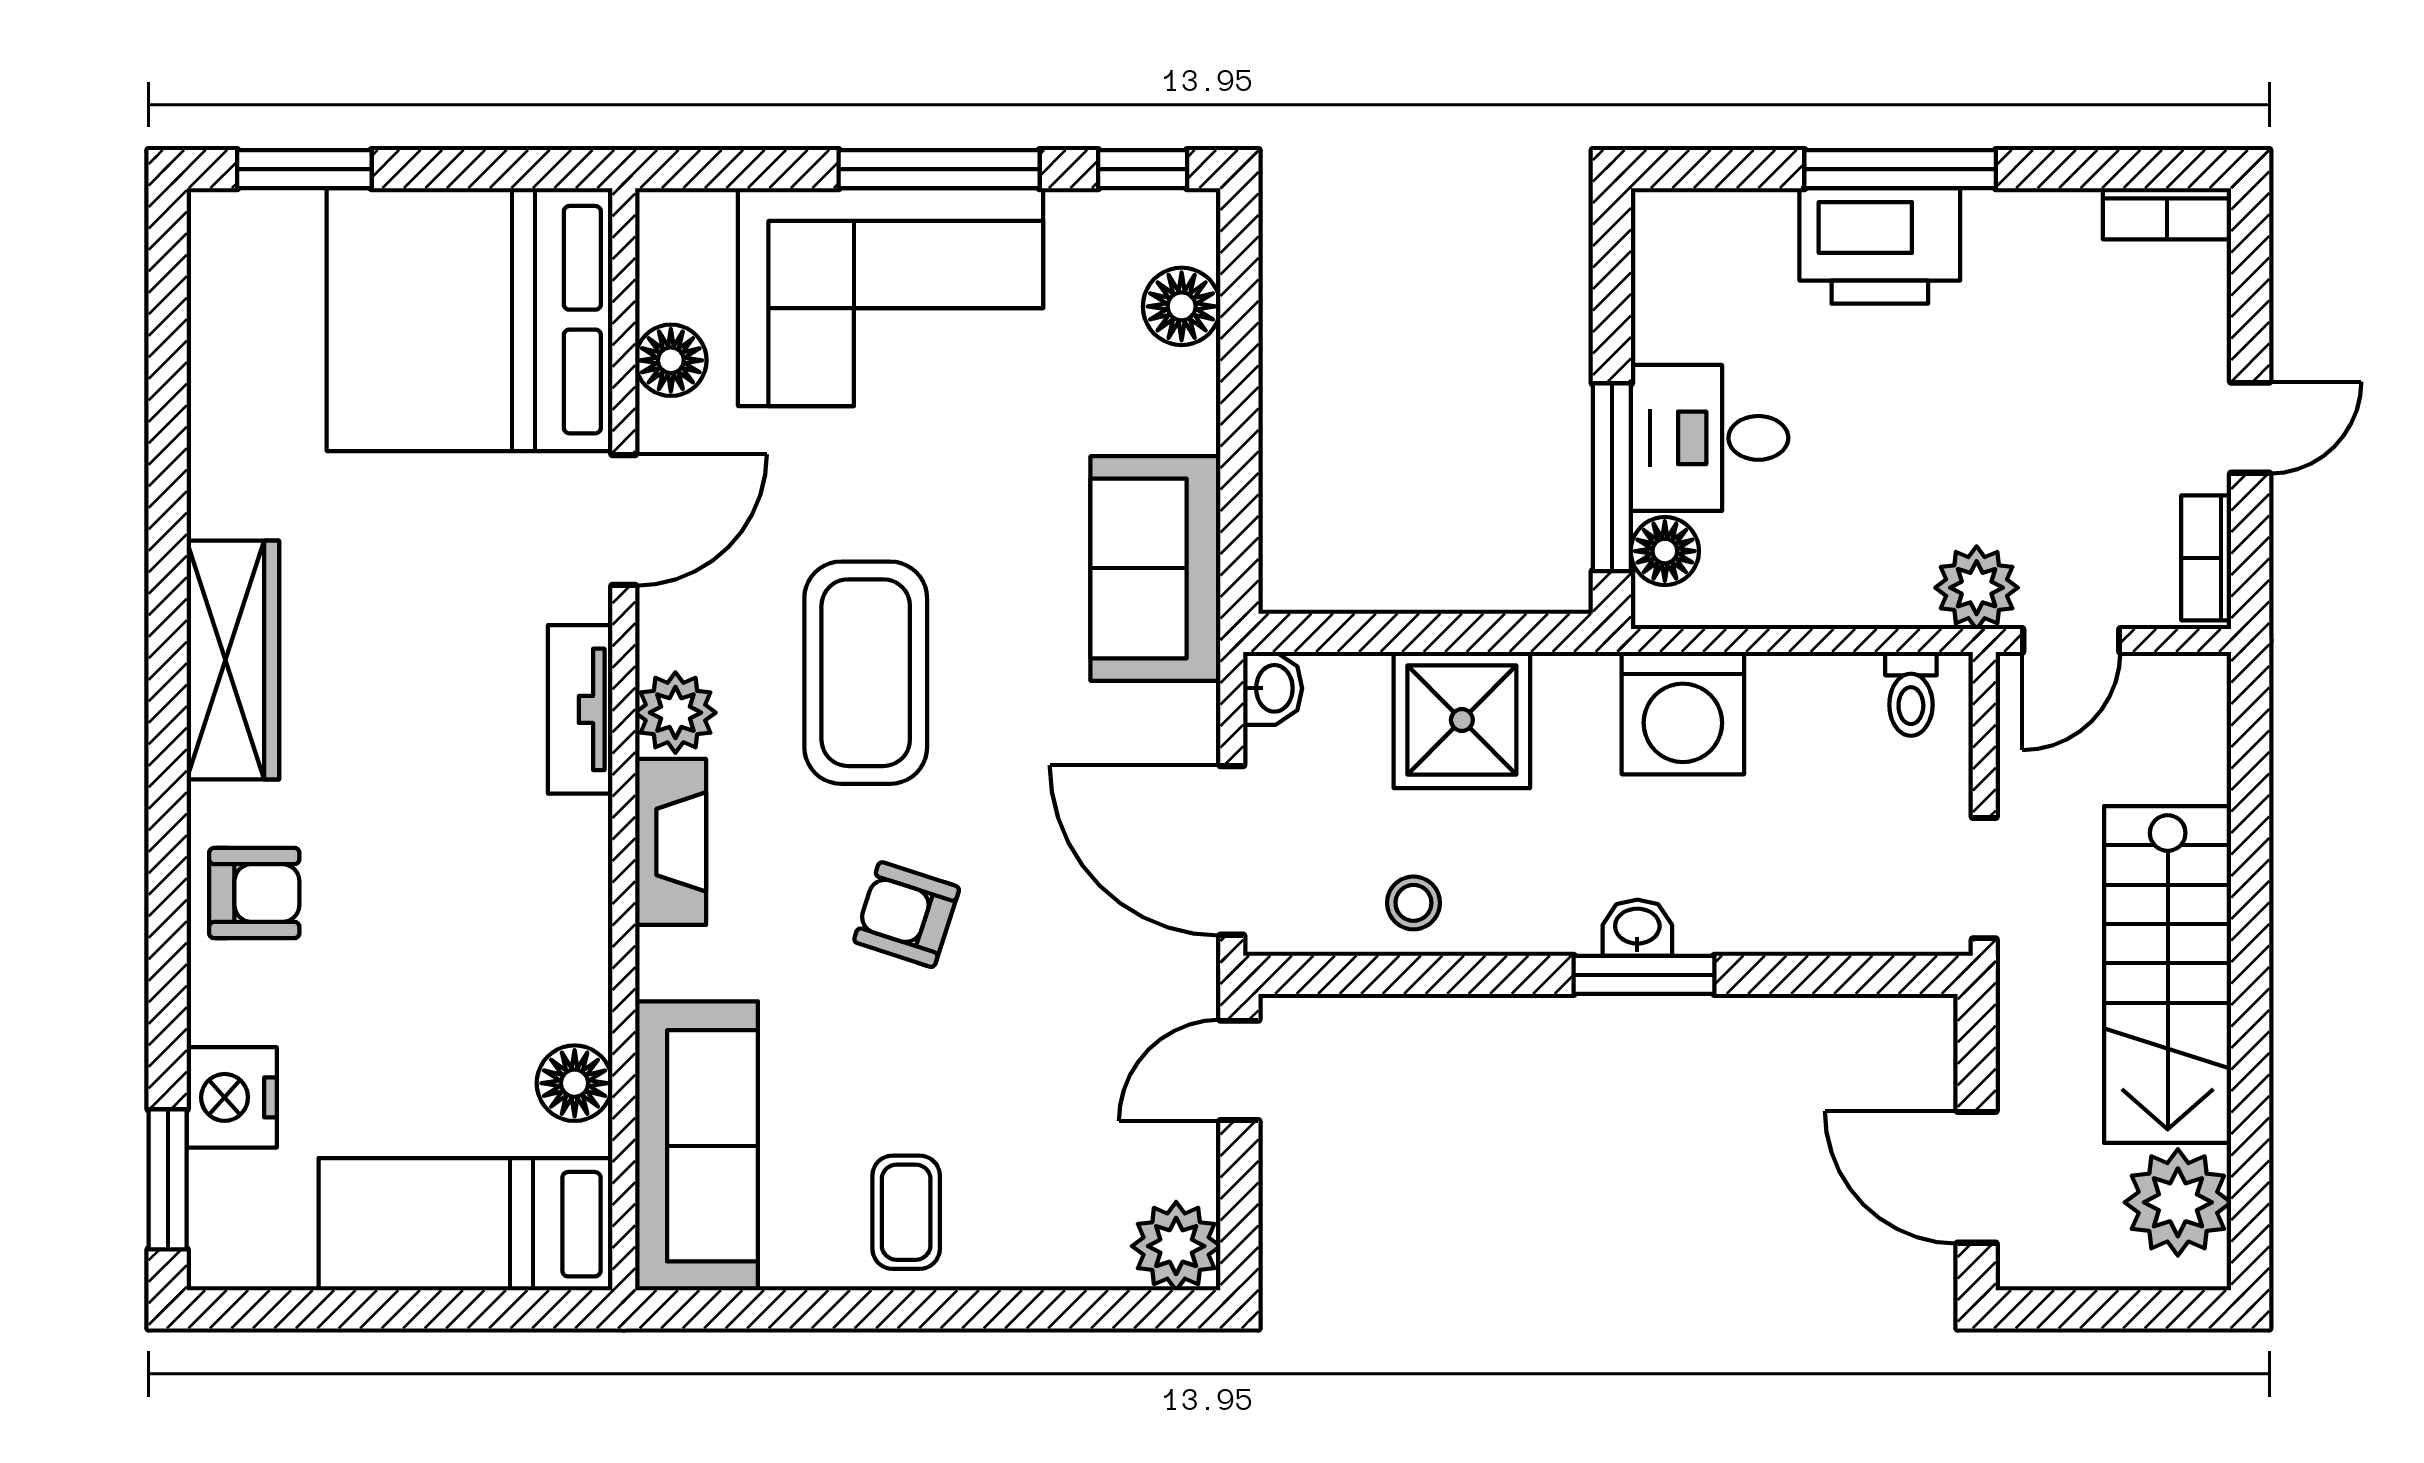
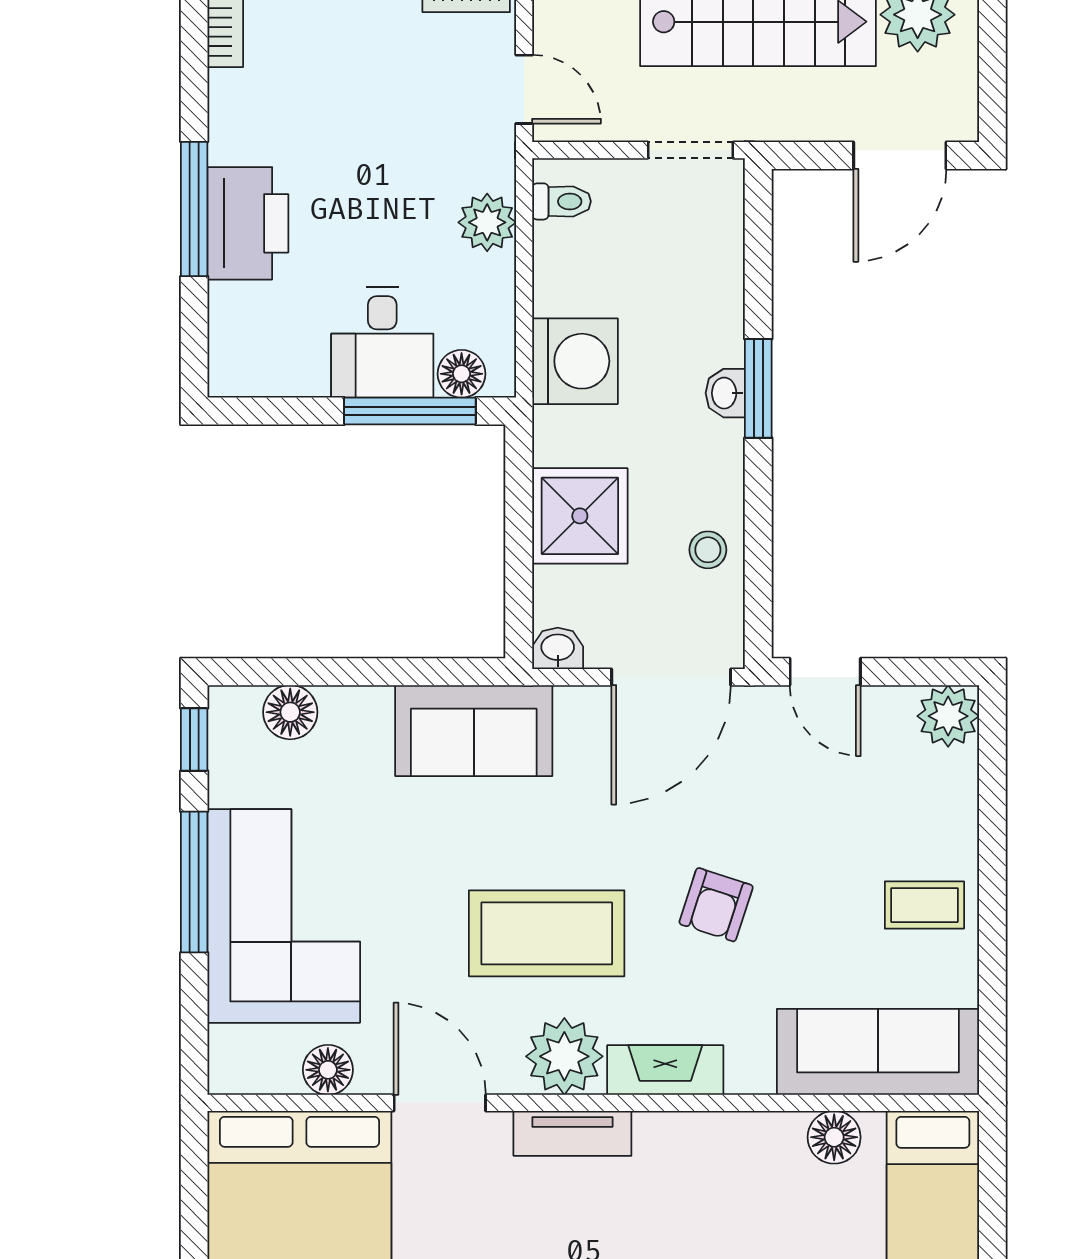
plant: (1977, 588) -> (487, 222), moved
plant: (675, 713) -> (564, 1056), width x1.36, depth x1.36

